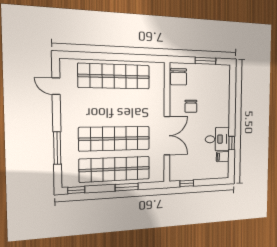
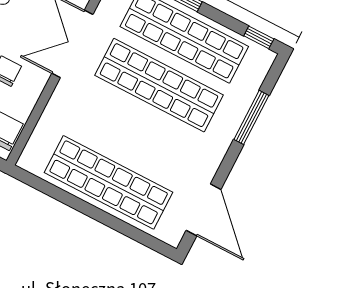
door: (56, 86) -> (204, 210), width x1.88

